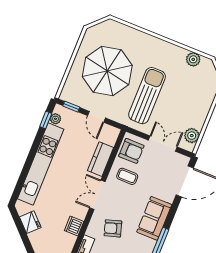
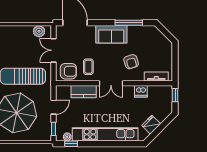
armchair: (131, 151) -> (68, 71), turned 90

